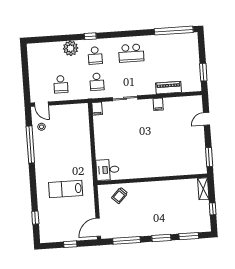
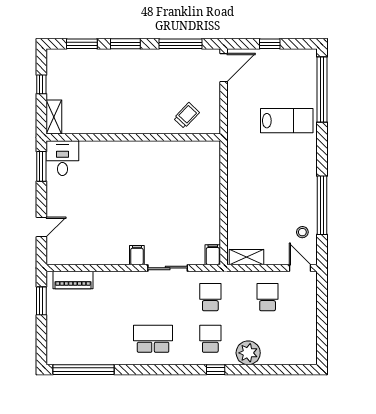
piano: (169, 88) -> (73, 280), moved
filing cabinet: (158, 104) -> (137, 255), moved
shelving: (76, 109) -> (246, 257), added
desk: (108, 170) -> (62, 158), moved, turned -90
lab bench: (66, 189) -> (287, 121), moved
window: (35, 218) -> (322, 90), width x3.17

